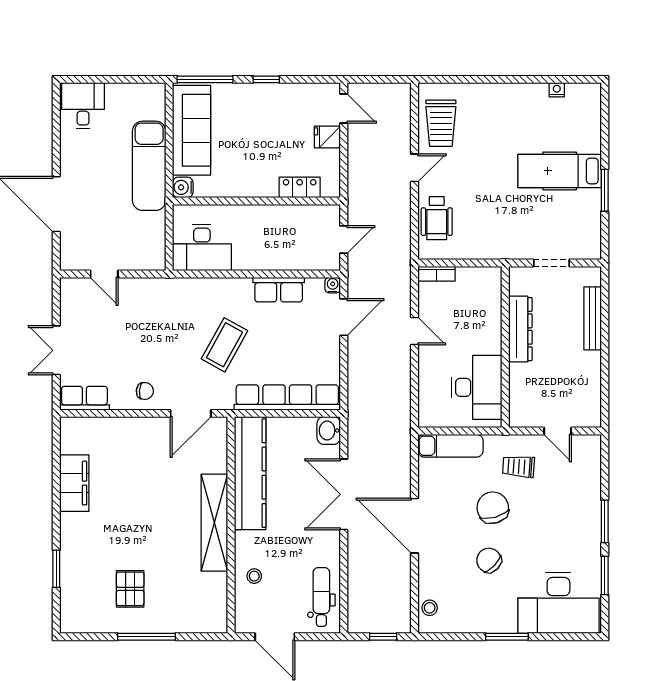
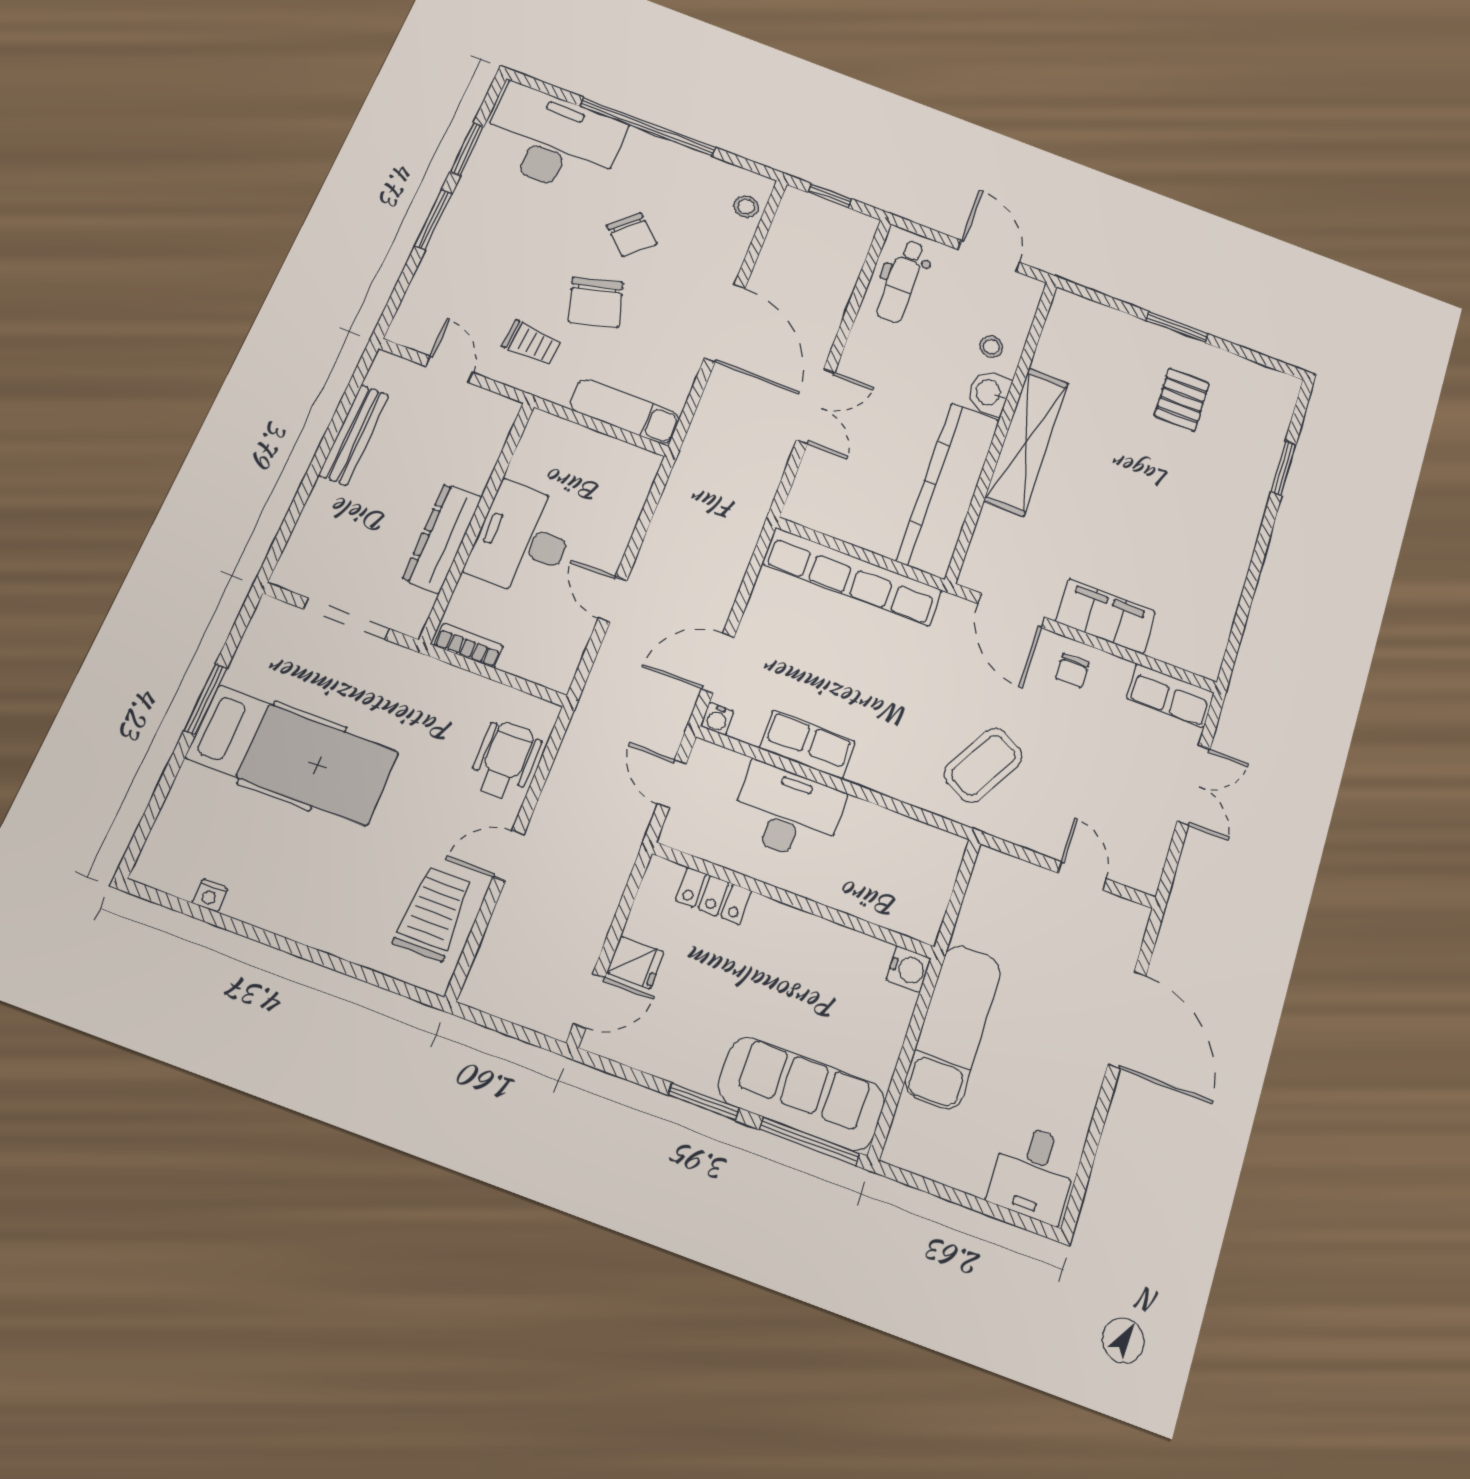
window: (266, 79) -> (704, 1102), width x1.50
door: (344, 109) -> (589, 1001), swing flipped
sofa: (191, 130) -> (801, 1094), moved, turned 90
hospital bed: (560, 171) -> (292, 755), width x1.37, depth x1.29
door: (344, 240) -> (672, 784), hinge flipped
desk: (202, 248) -> (787, 812), moved
doorway: (551, 263) -> (347, 619), width x1.38
bookcase: (436, 274) -> (469, 646), moved
bench: (593, 318) -> (354, 435), moved
coffee table: (224, 345) -> (983, 765), moved
desk: (477, 387) -> (523, 539), moved
chair: (145, 391) -> (1072, 671), turned -95
door: (191, 413) -> (1011, 611), swing flipped
washbasin: (329, 431) -> (989, 393), moved, turned 180
filing cabinet: (74, 483) -> (1105, 617), moved, turned 90
double door: (344, 494) -> (816, 406), width x0.73
window: (146, 637) -> (1177, 327), width x0.69
window: (507, 637) -> (648, 127), width x2.11

